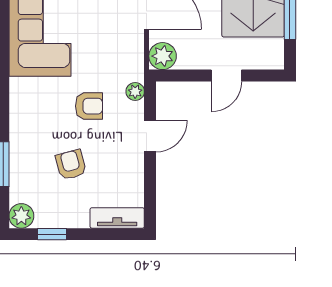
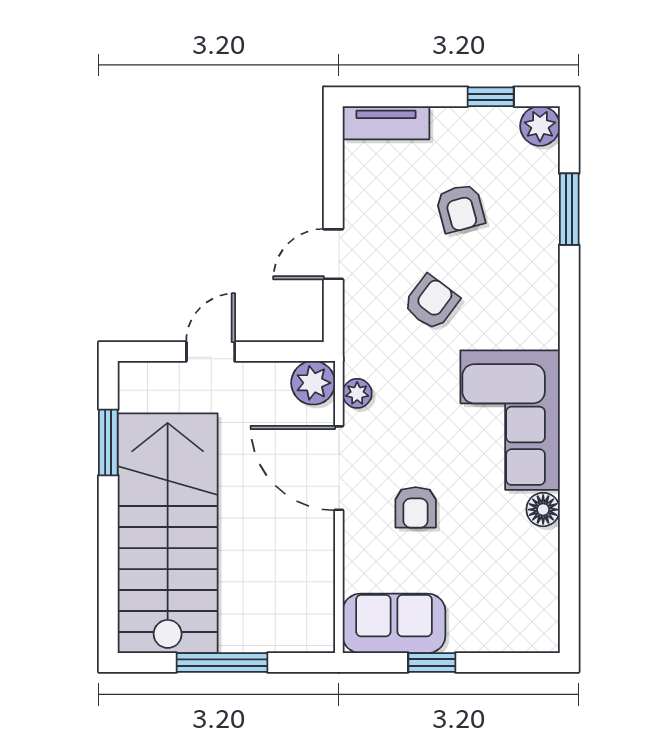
plant: (135, 92) -> (357, 393), moved
armchair: (89, 106) -> (431, 302), turned 127

